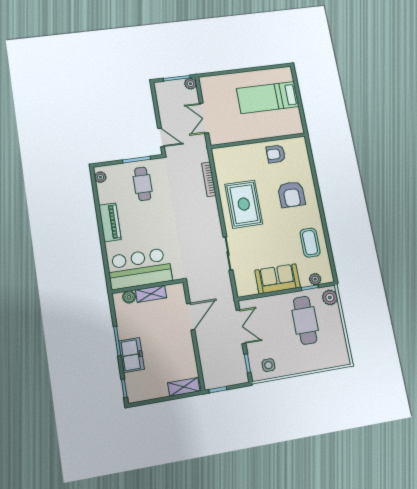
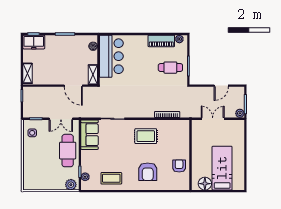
floor lamp: (293, 117) -> (205, 184), added
door: (161, 138) -> (221, 86), moved
armchair: (292, 194) -> (148, 172), turned -90
rug: (244, 204) -> (146, 136), width x0.73, depth x0.70
piano: (110, 222) -> (161, 41), moved
sofa: (278, 279) -> (90, 135), moved
shelving: (151, 294) -> (93, 75), moved
cafe table: (305, 320) -> (68, 151), moved, turned 90
freezer: (131, 355) -> (34, 42), moved

